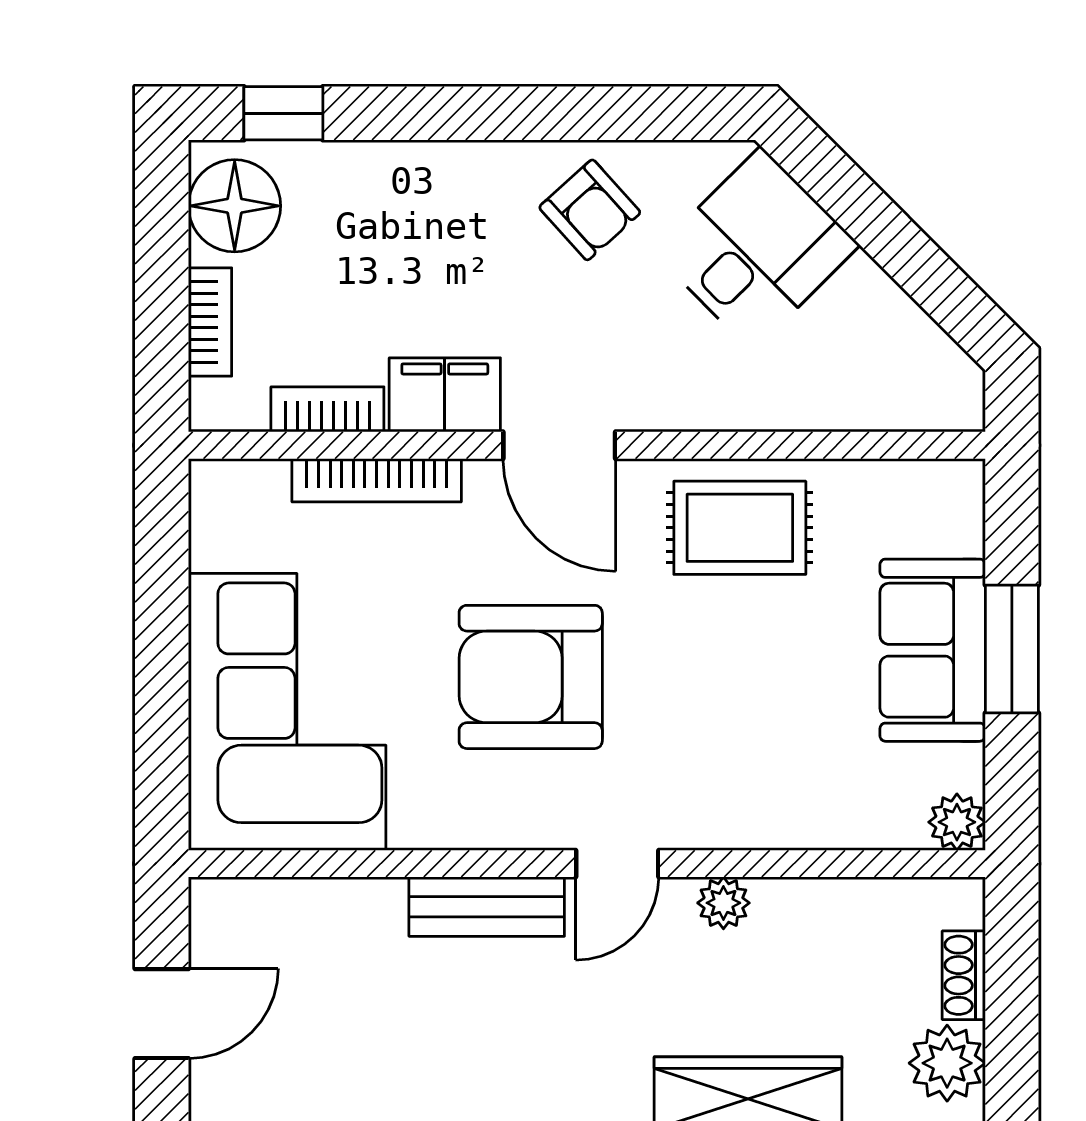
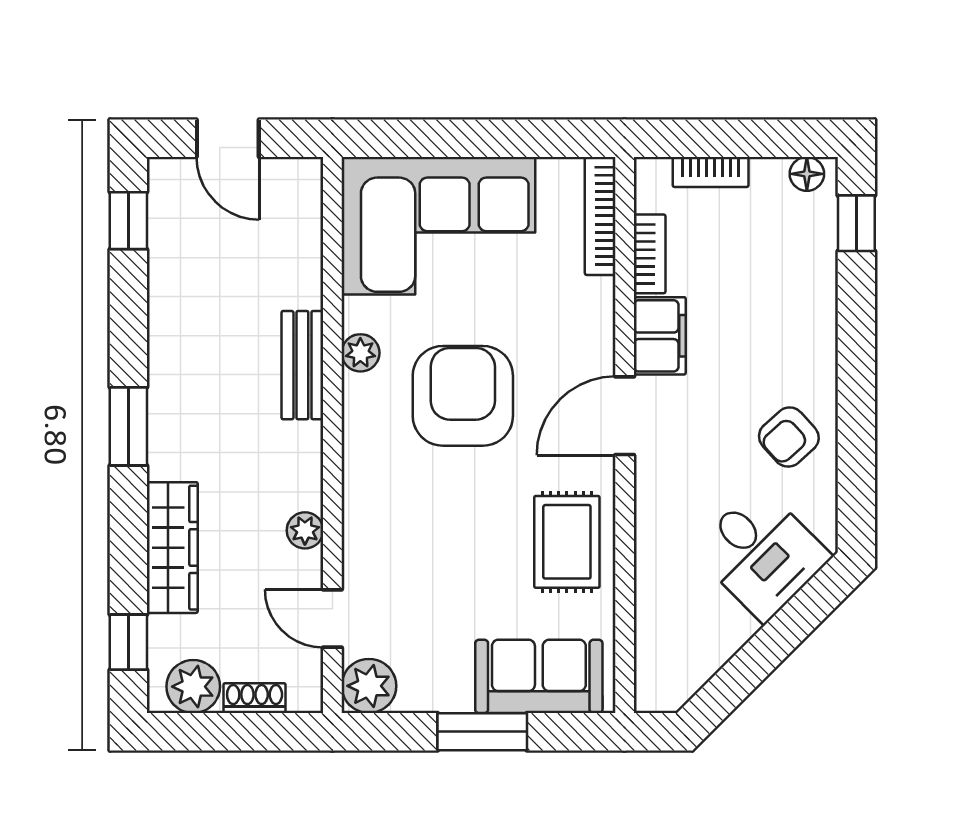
floor lamp: (235, 206) -> (807, 174), width x0.53, depth x0.53
bookcase: (377, 480) -> (600, 216), moved
sofa: (933, 650) -> (539, 676), moved
plant: (957, 822) -> (369, 686), width x1.38, depth x1.38
plant: (469, 823) -> (360, 353), added
door: (617, 864) -> (332, 619), moved

